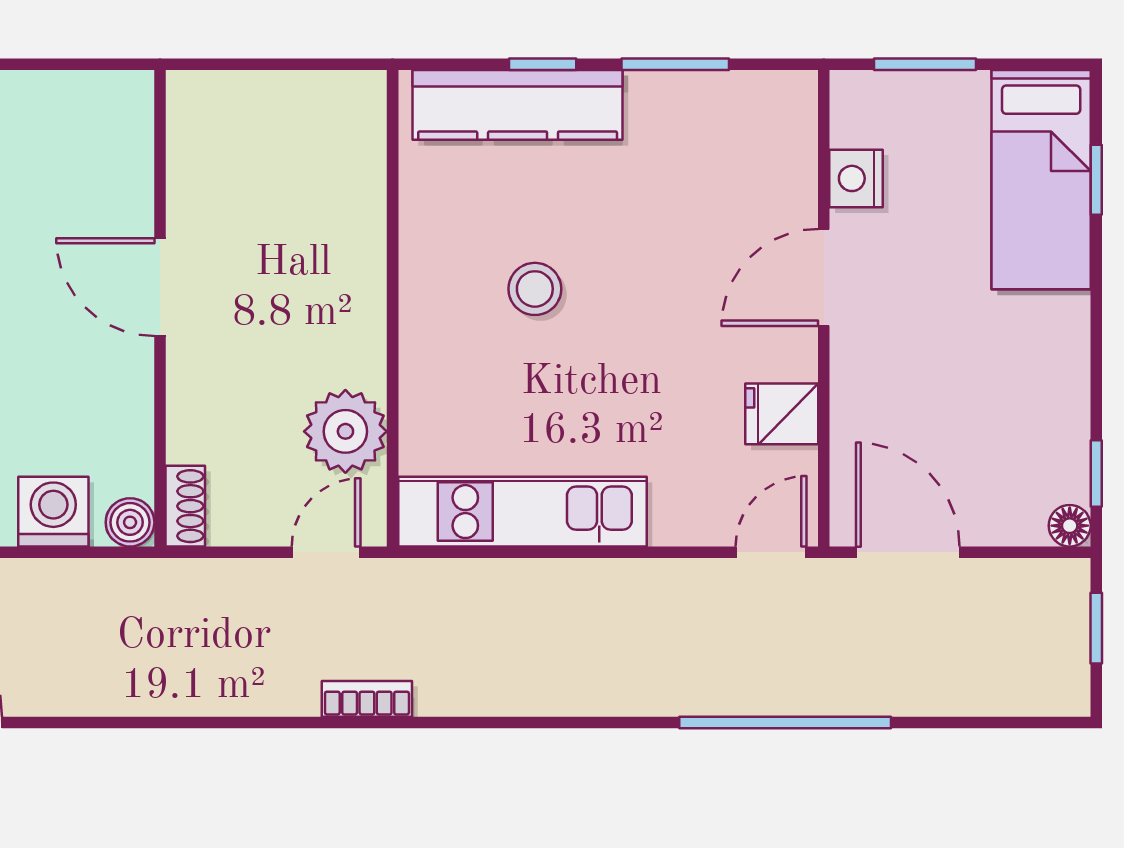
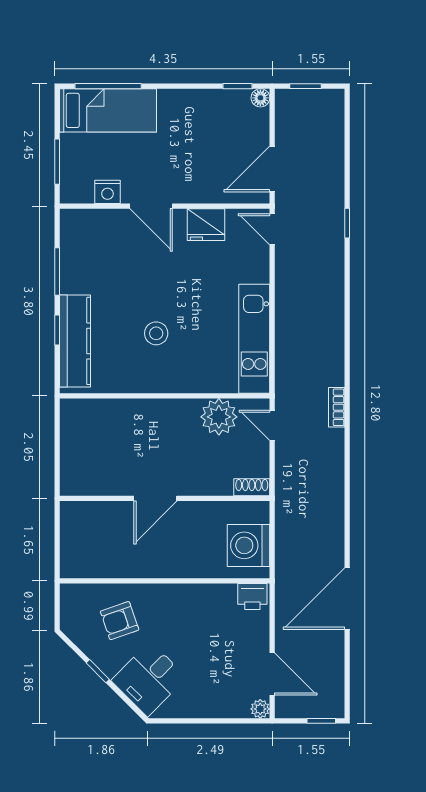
window: (1096, 180) -> (108, 86), width x2.17
fridge: (782, 414) -> (206, 225), width x1.38
washing machine: (53, 512) -> (249, 545), width x1.37, depth x1.37
boiler: (130, 522) -> (259, 512), removed
window: (785, 722) -> (347, 223), width x0.32

